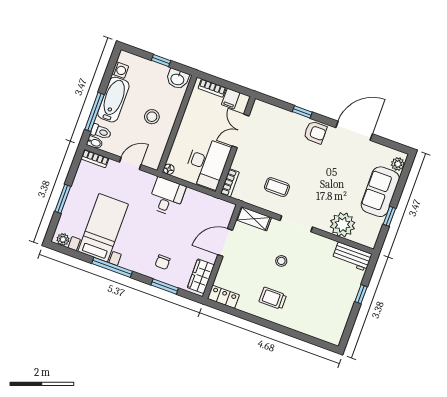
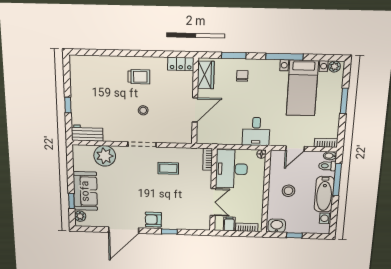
window: (389, 216) -> (71, 201), moved
shelving: (254, 219) -> (178, 137), removed

